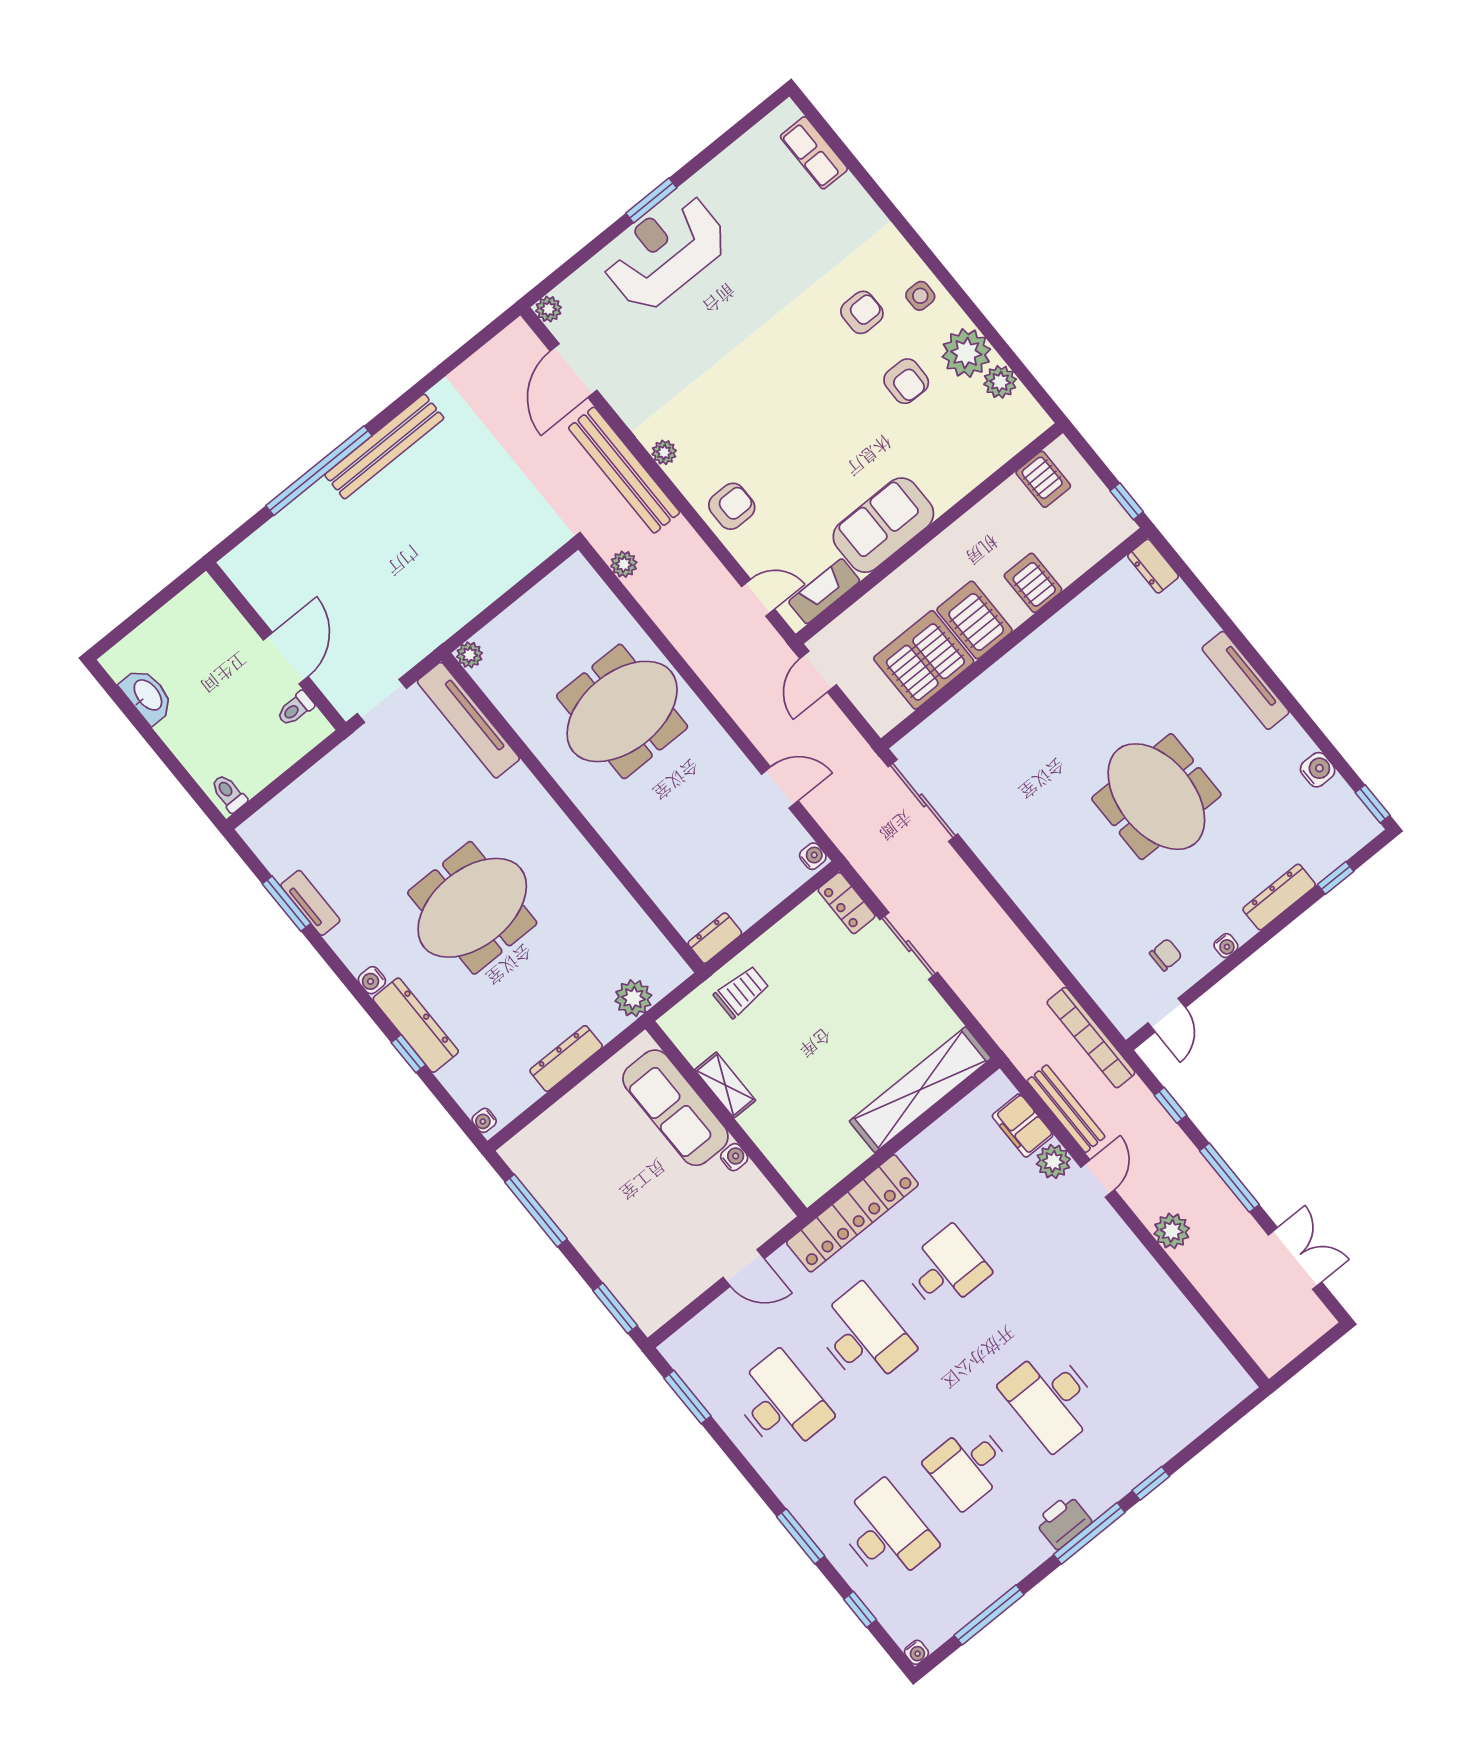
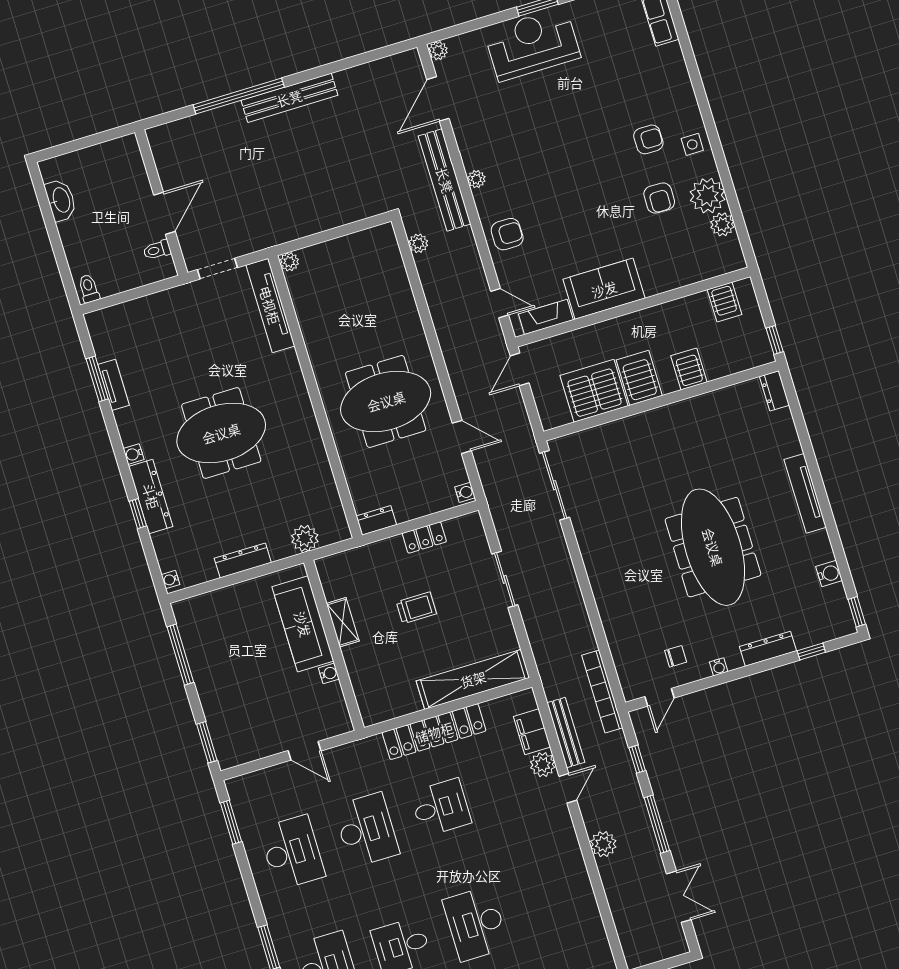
meeting table: (622, 711) -> (386, 401), moved
meeting table: (1156, 797) -> (713, 547), width x1.36
locker: (847, 903) -> (424, 538), moved, turned -90
trolley: (741, 992) -> (416, 608), moved
locker: (852, 1213) -> (434, 732), moved

